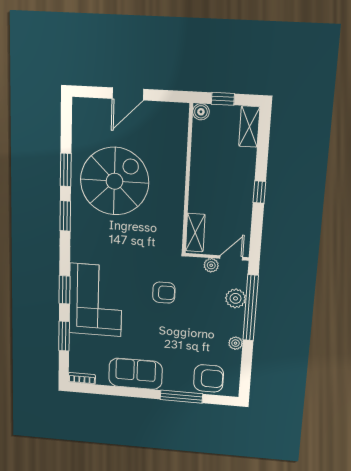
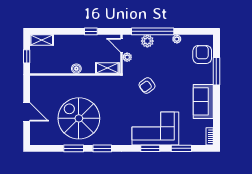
boiler: (201, 112) -> (76, 69), moved
window: (259, 192) -> (91, 31), moved
armchair: (164, 293) -> (147, 85), turned -126

